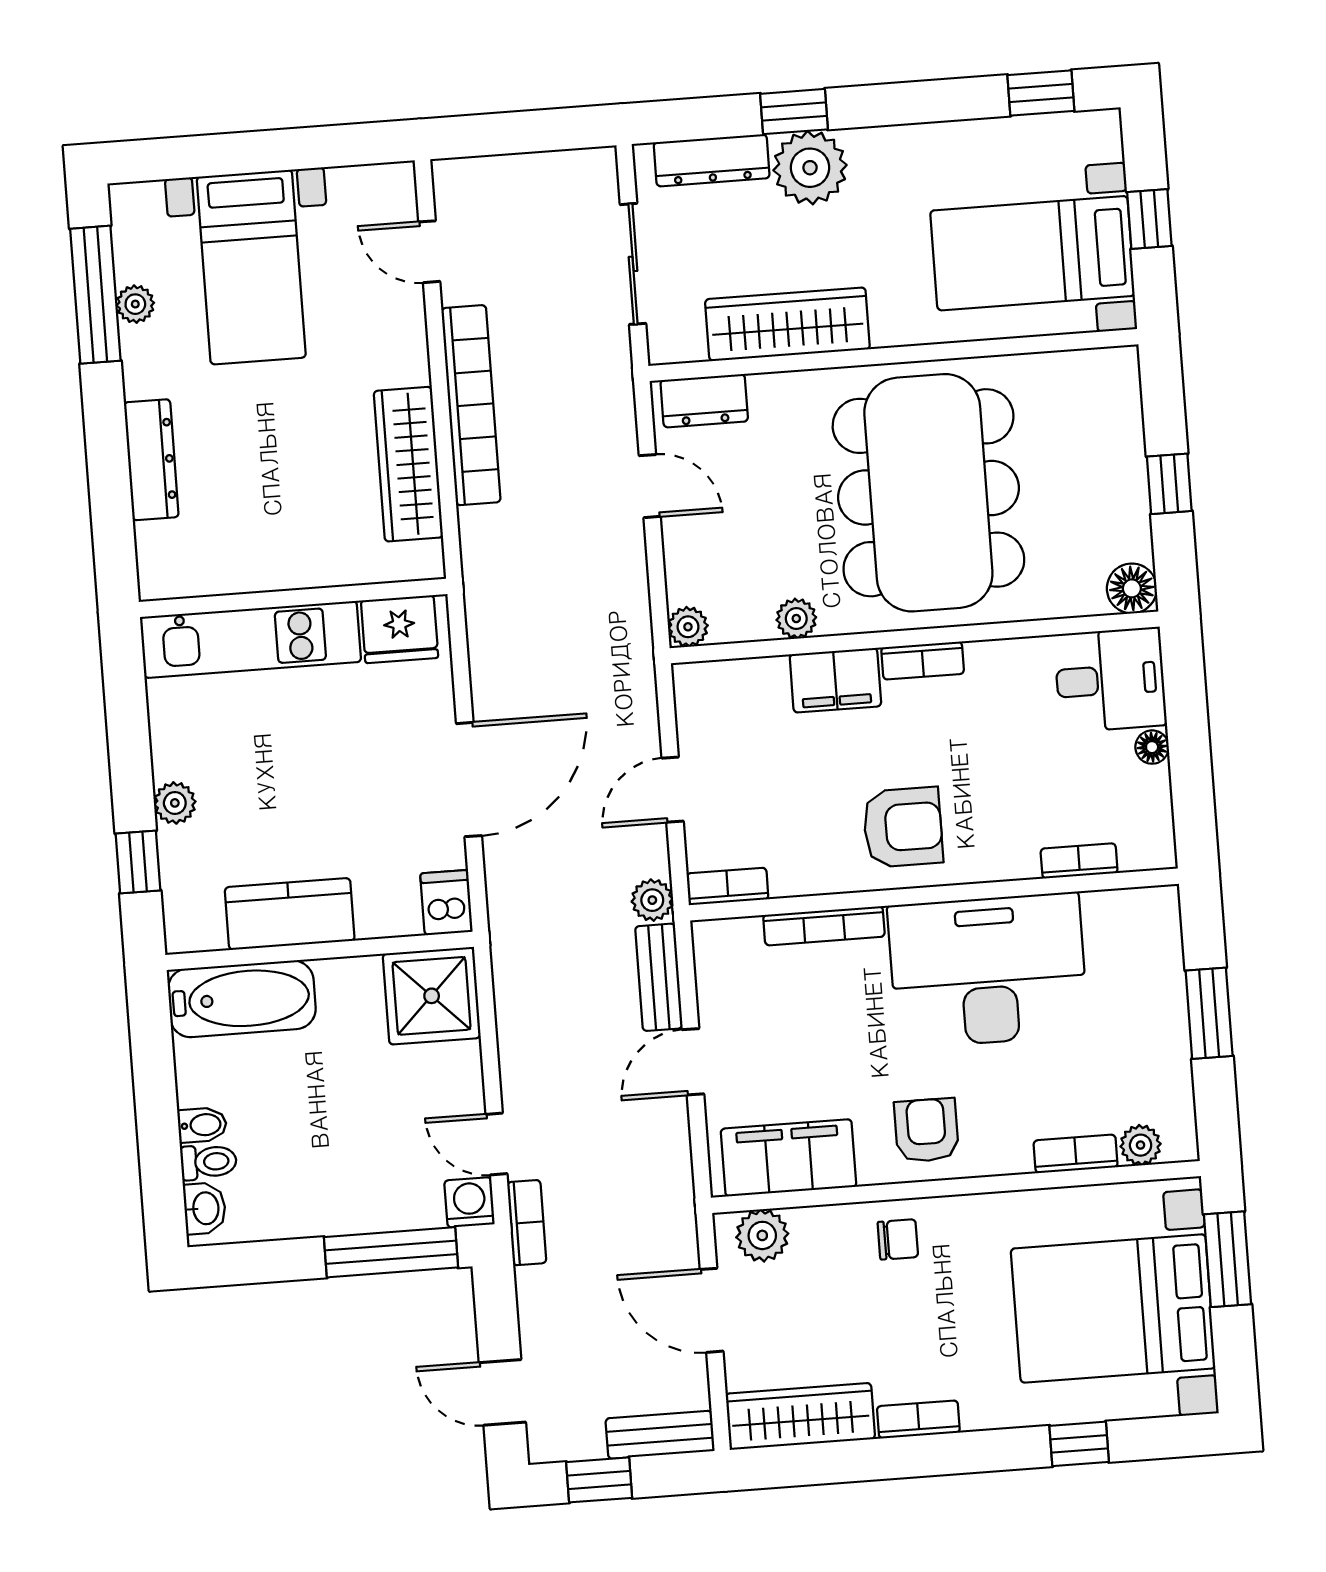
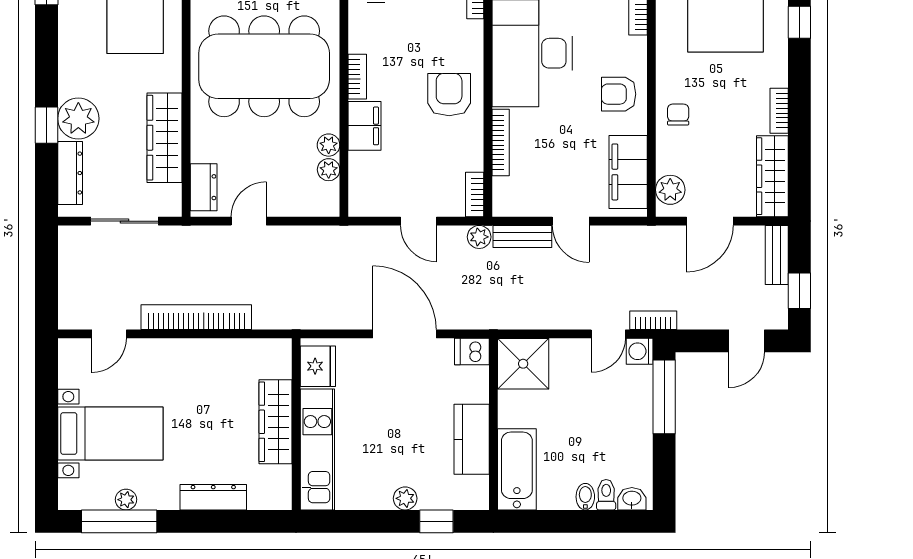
wardrobe: (408, 464) -> (276, 422), moved, turned 90
plant: (688, 627) -> (329, 170), moved

